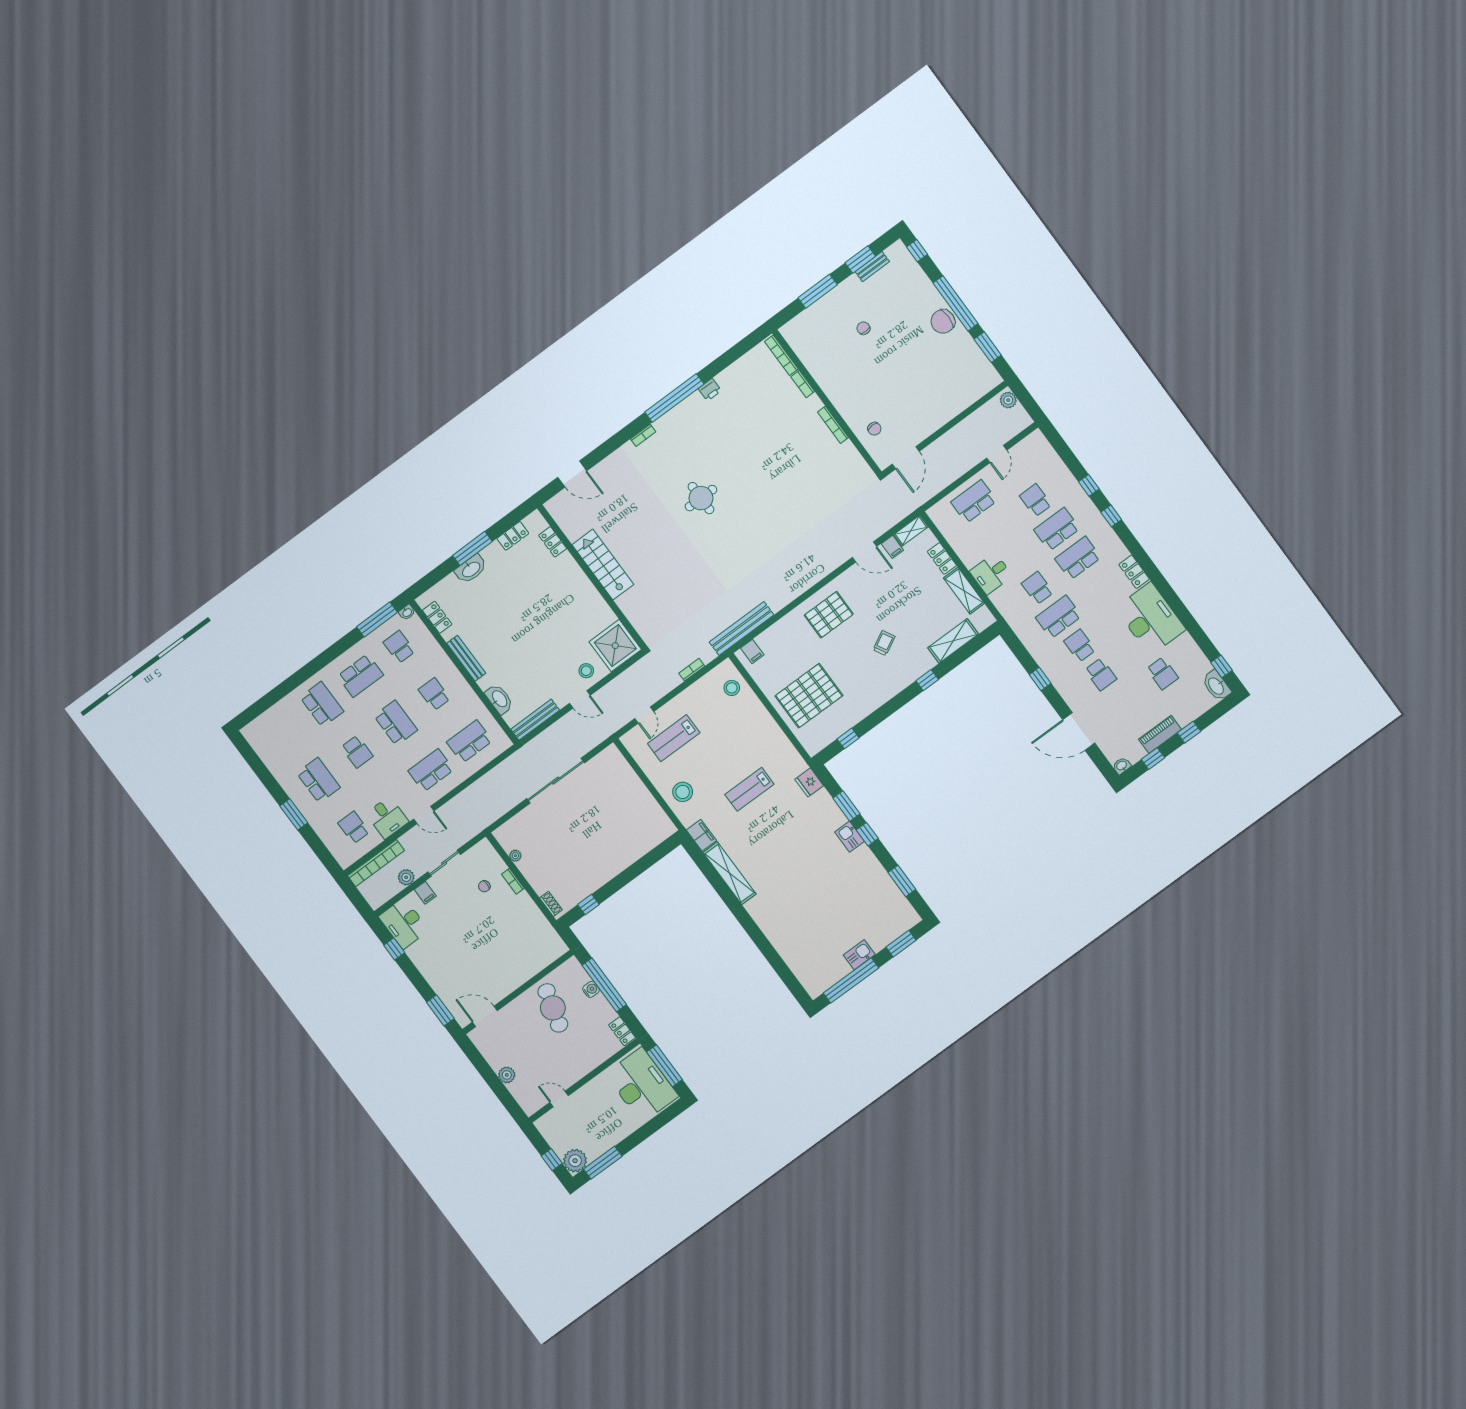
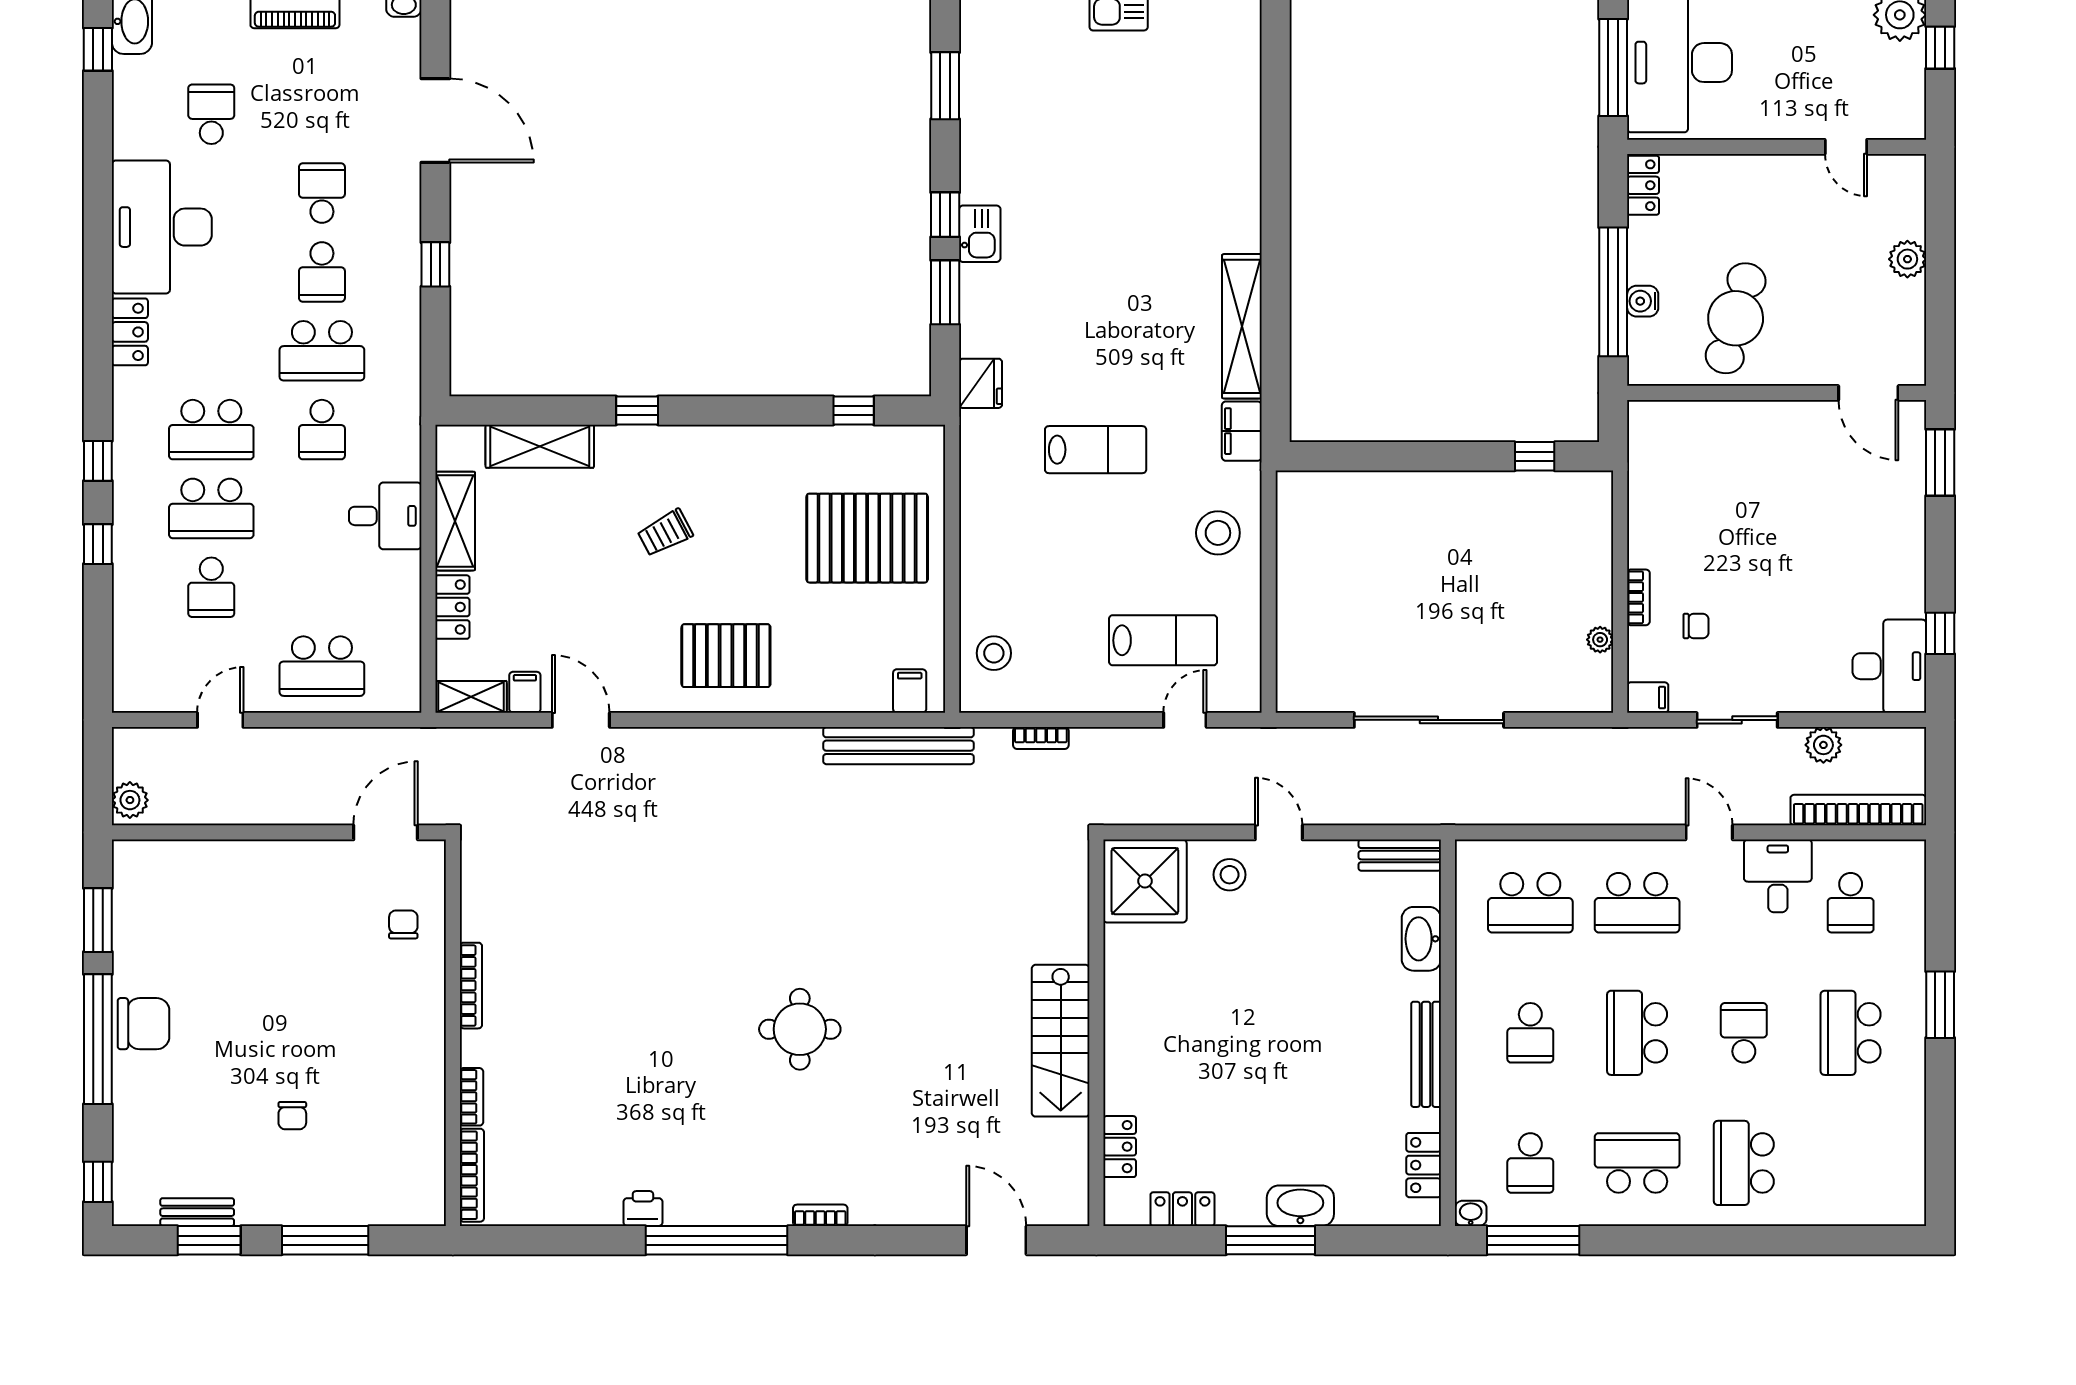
bench: (535, 720) -> (1400, 855), width x0.73
filing cabinet: (425, 893) -> (1648, 697), moved, turned 90
shoe rack: (551, 904) -> (1601, 507), removed

